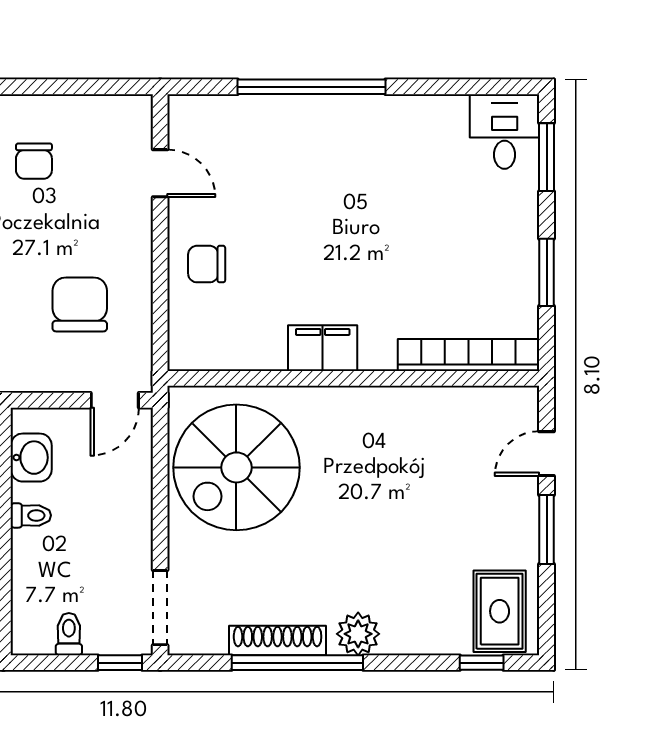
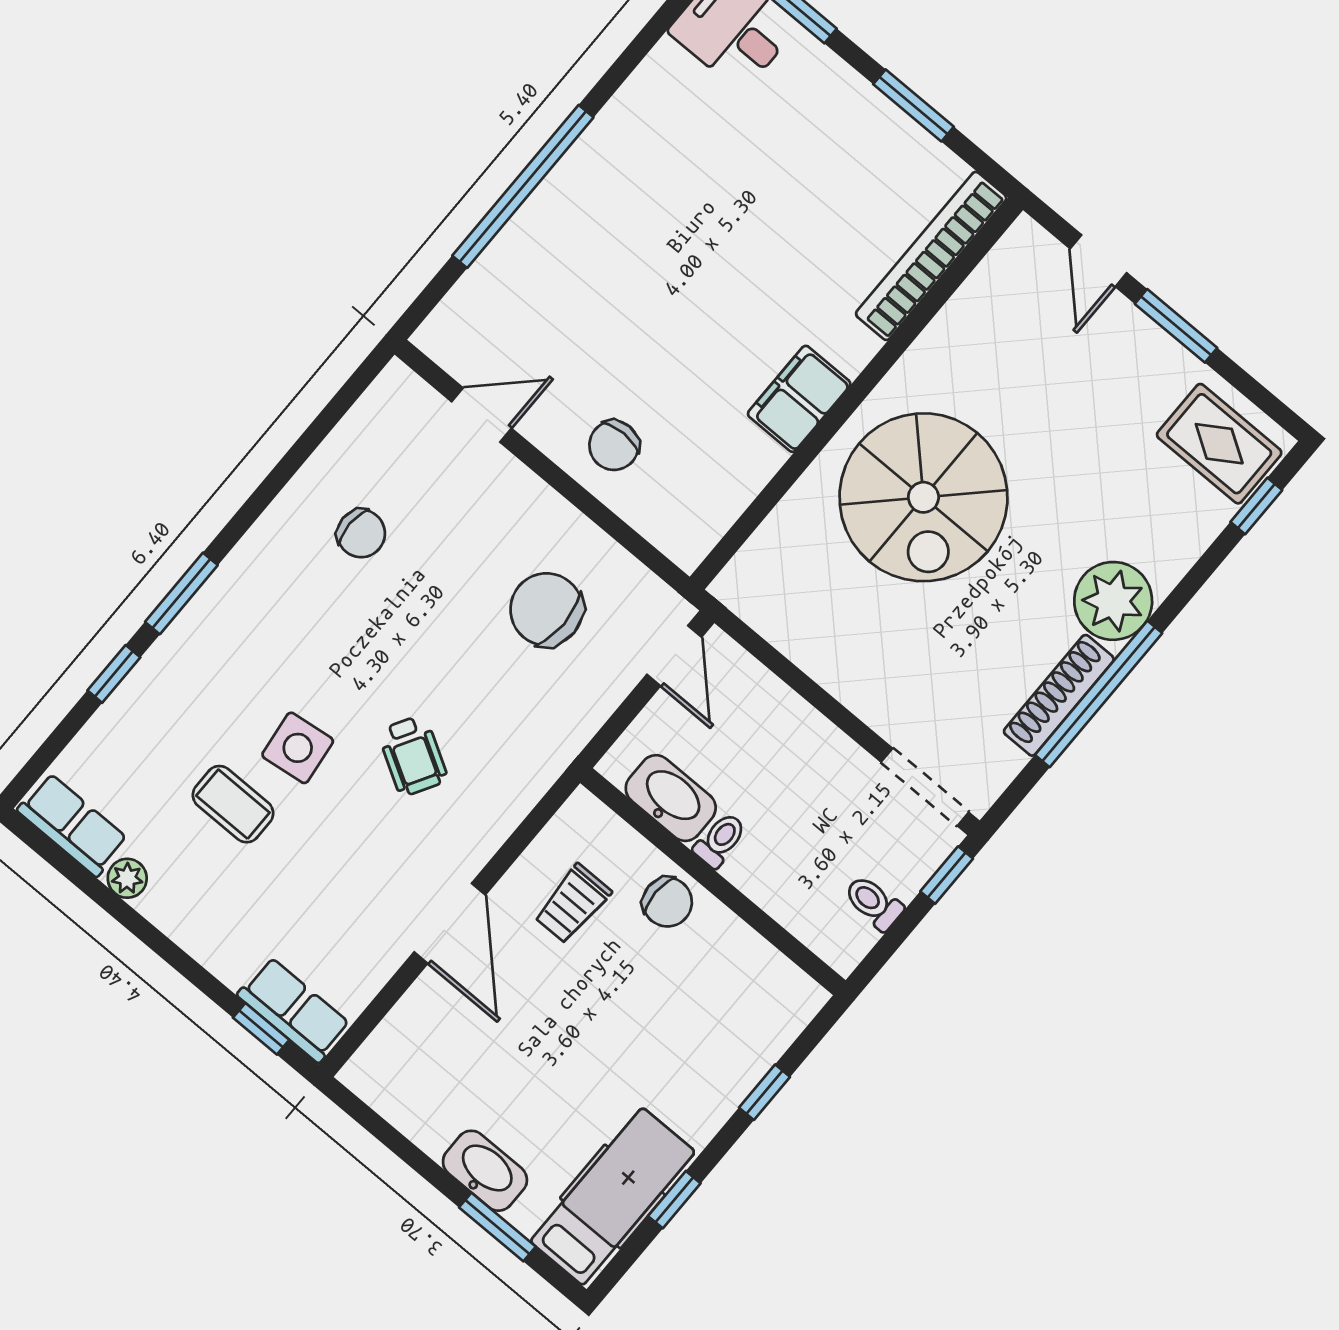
washbasin: (31, 458) -> (671, 798), width x1.38
spiral stairs: (236, 467) -> (923, 497), moved
plant: (358, 634) -> (1113, 601), width x1.36, depth x1.36

